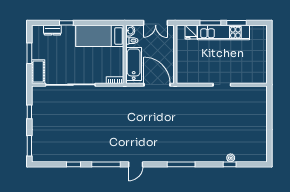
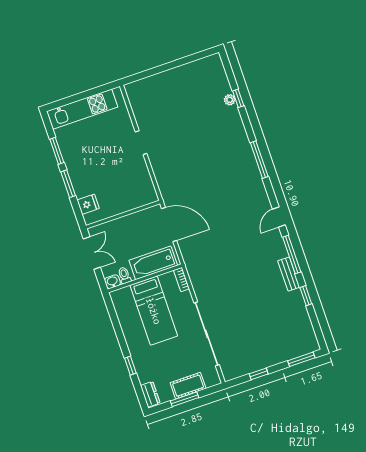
dresser: (52, 30) -> (150, 394), moved
kitchen unit: (224, 33) -> (82, 109), moved, turned 90
bed: (100, 36) -> (154, 311), moved
cot: (38, 72) -> (188, 386), moved
door: (157, 85) -> (169, 225), swing flipped
bench: (93, 157) -> (289, 274), added
door: (136, 164) -> (279, 217), swing flipped

